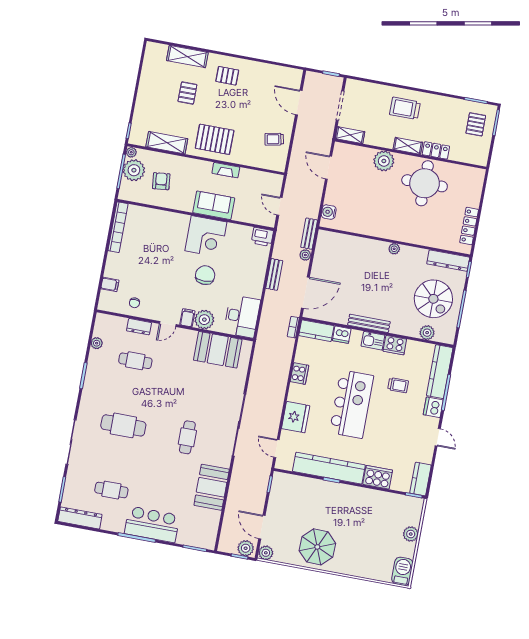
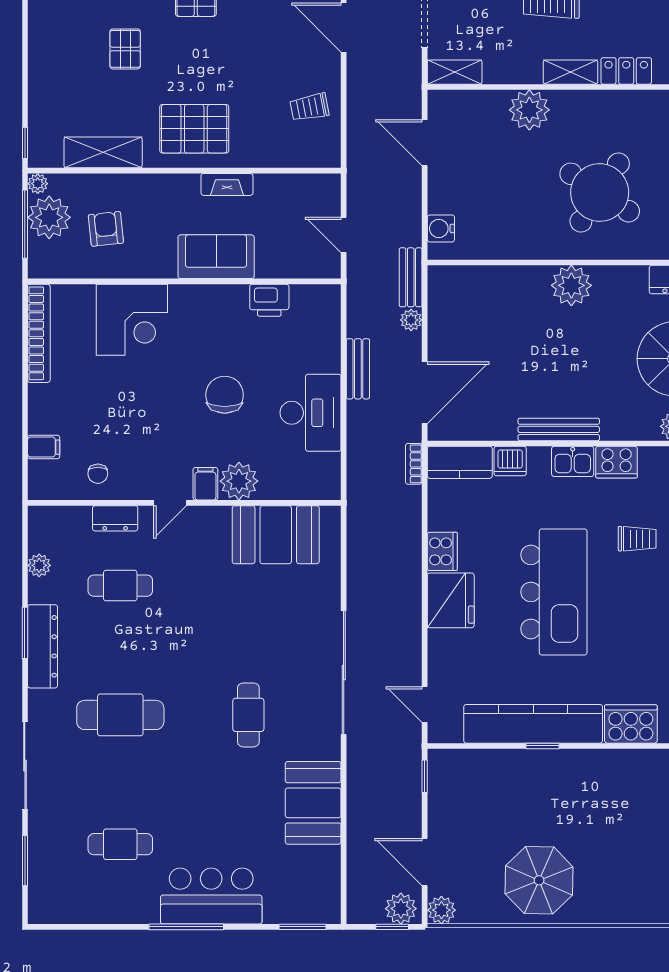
round table: (425, 183) -> (600, 193), moved, turned 33
corner desk: (206, 236) -> (132, 320), moved
printer: (262, 237) -> (269, 300), moved
plant: (394, 249) -> (571, 285), width x1.87, depth x1.87
desk: (242, 316) -> (311, 413), moved
fridge: (296, 417) -> (451, 600), moved
dresser: (80, 518) -> (43, 646), moved, turned 90

